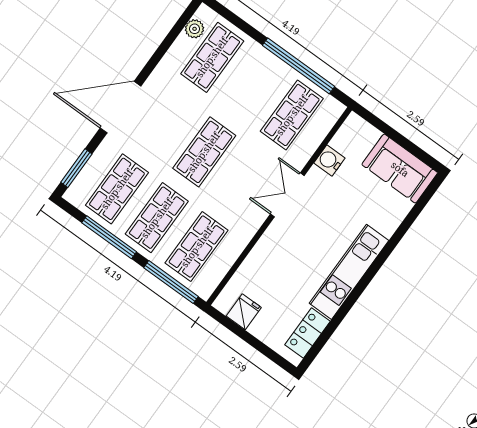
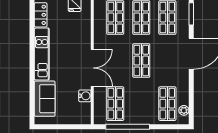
sofa: (400, 169) -> (45, 99), moved, turned 90
double door: (287, 195) -> (92, 68), width x1.37

